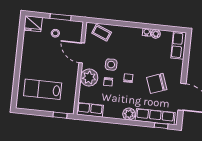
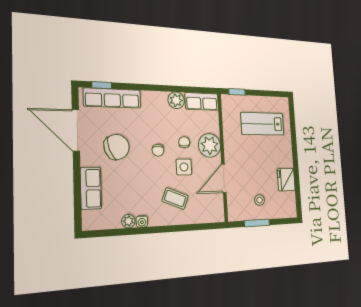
fridge: (33, 24) -> (286, 180), moved, turned -90
coffee table: (102, 33) -> (175, 199), moved
row of seats: (179, 45) -> (91, 188), moved
door: (82, 53) -> (224, 178), swing flipped
lab bench: (43, 89) -> (262, 124), turned 180
plant: (129, 114) -> (176, 100), moved

